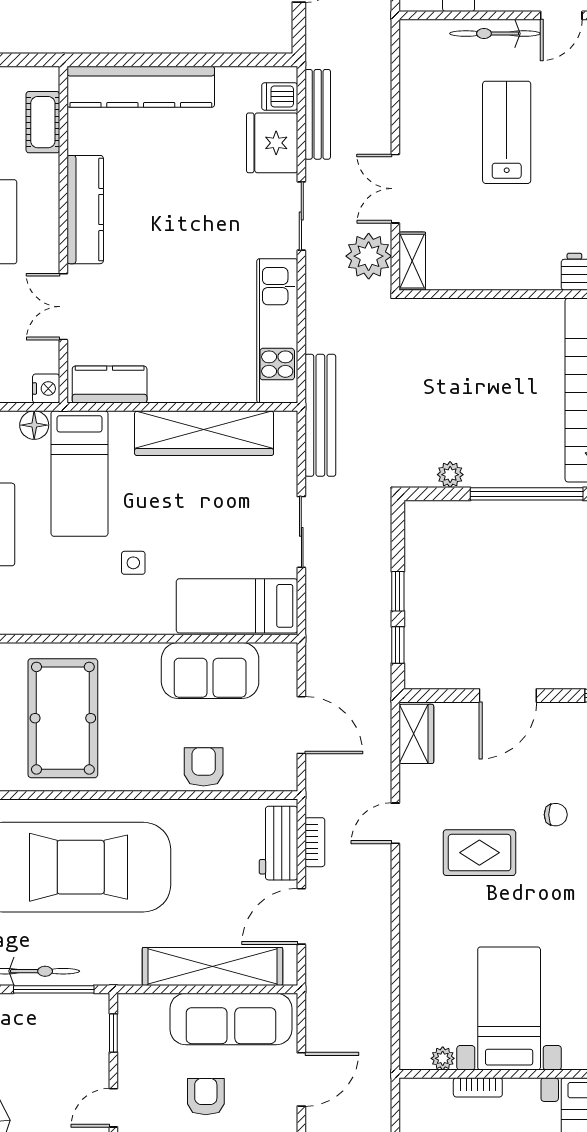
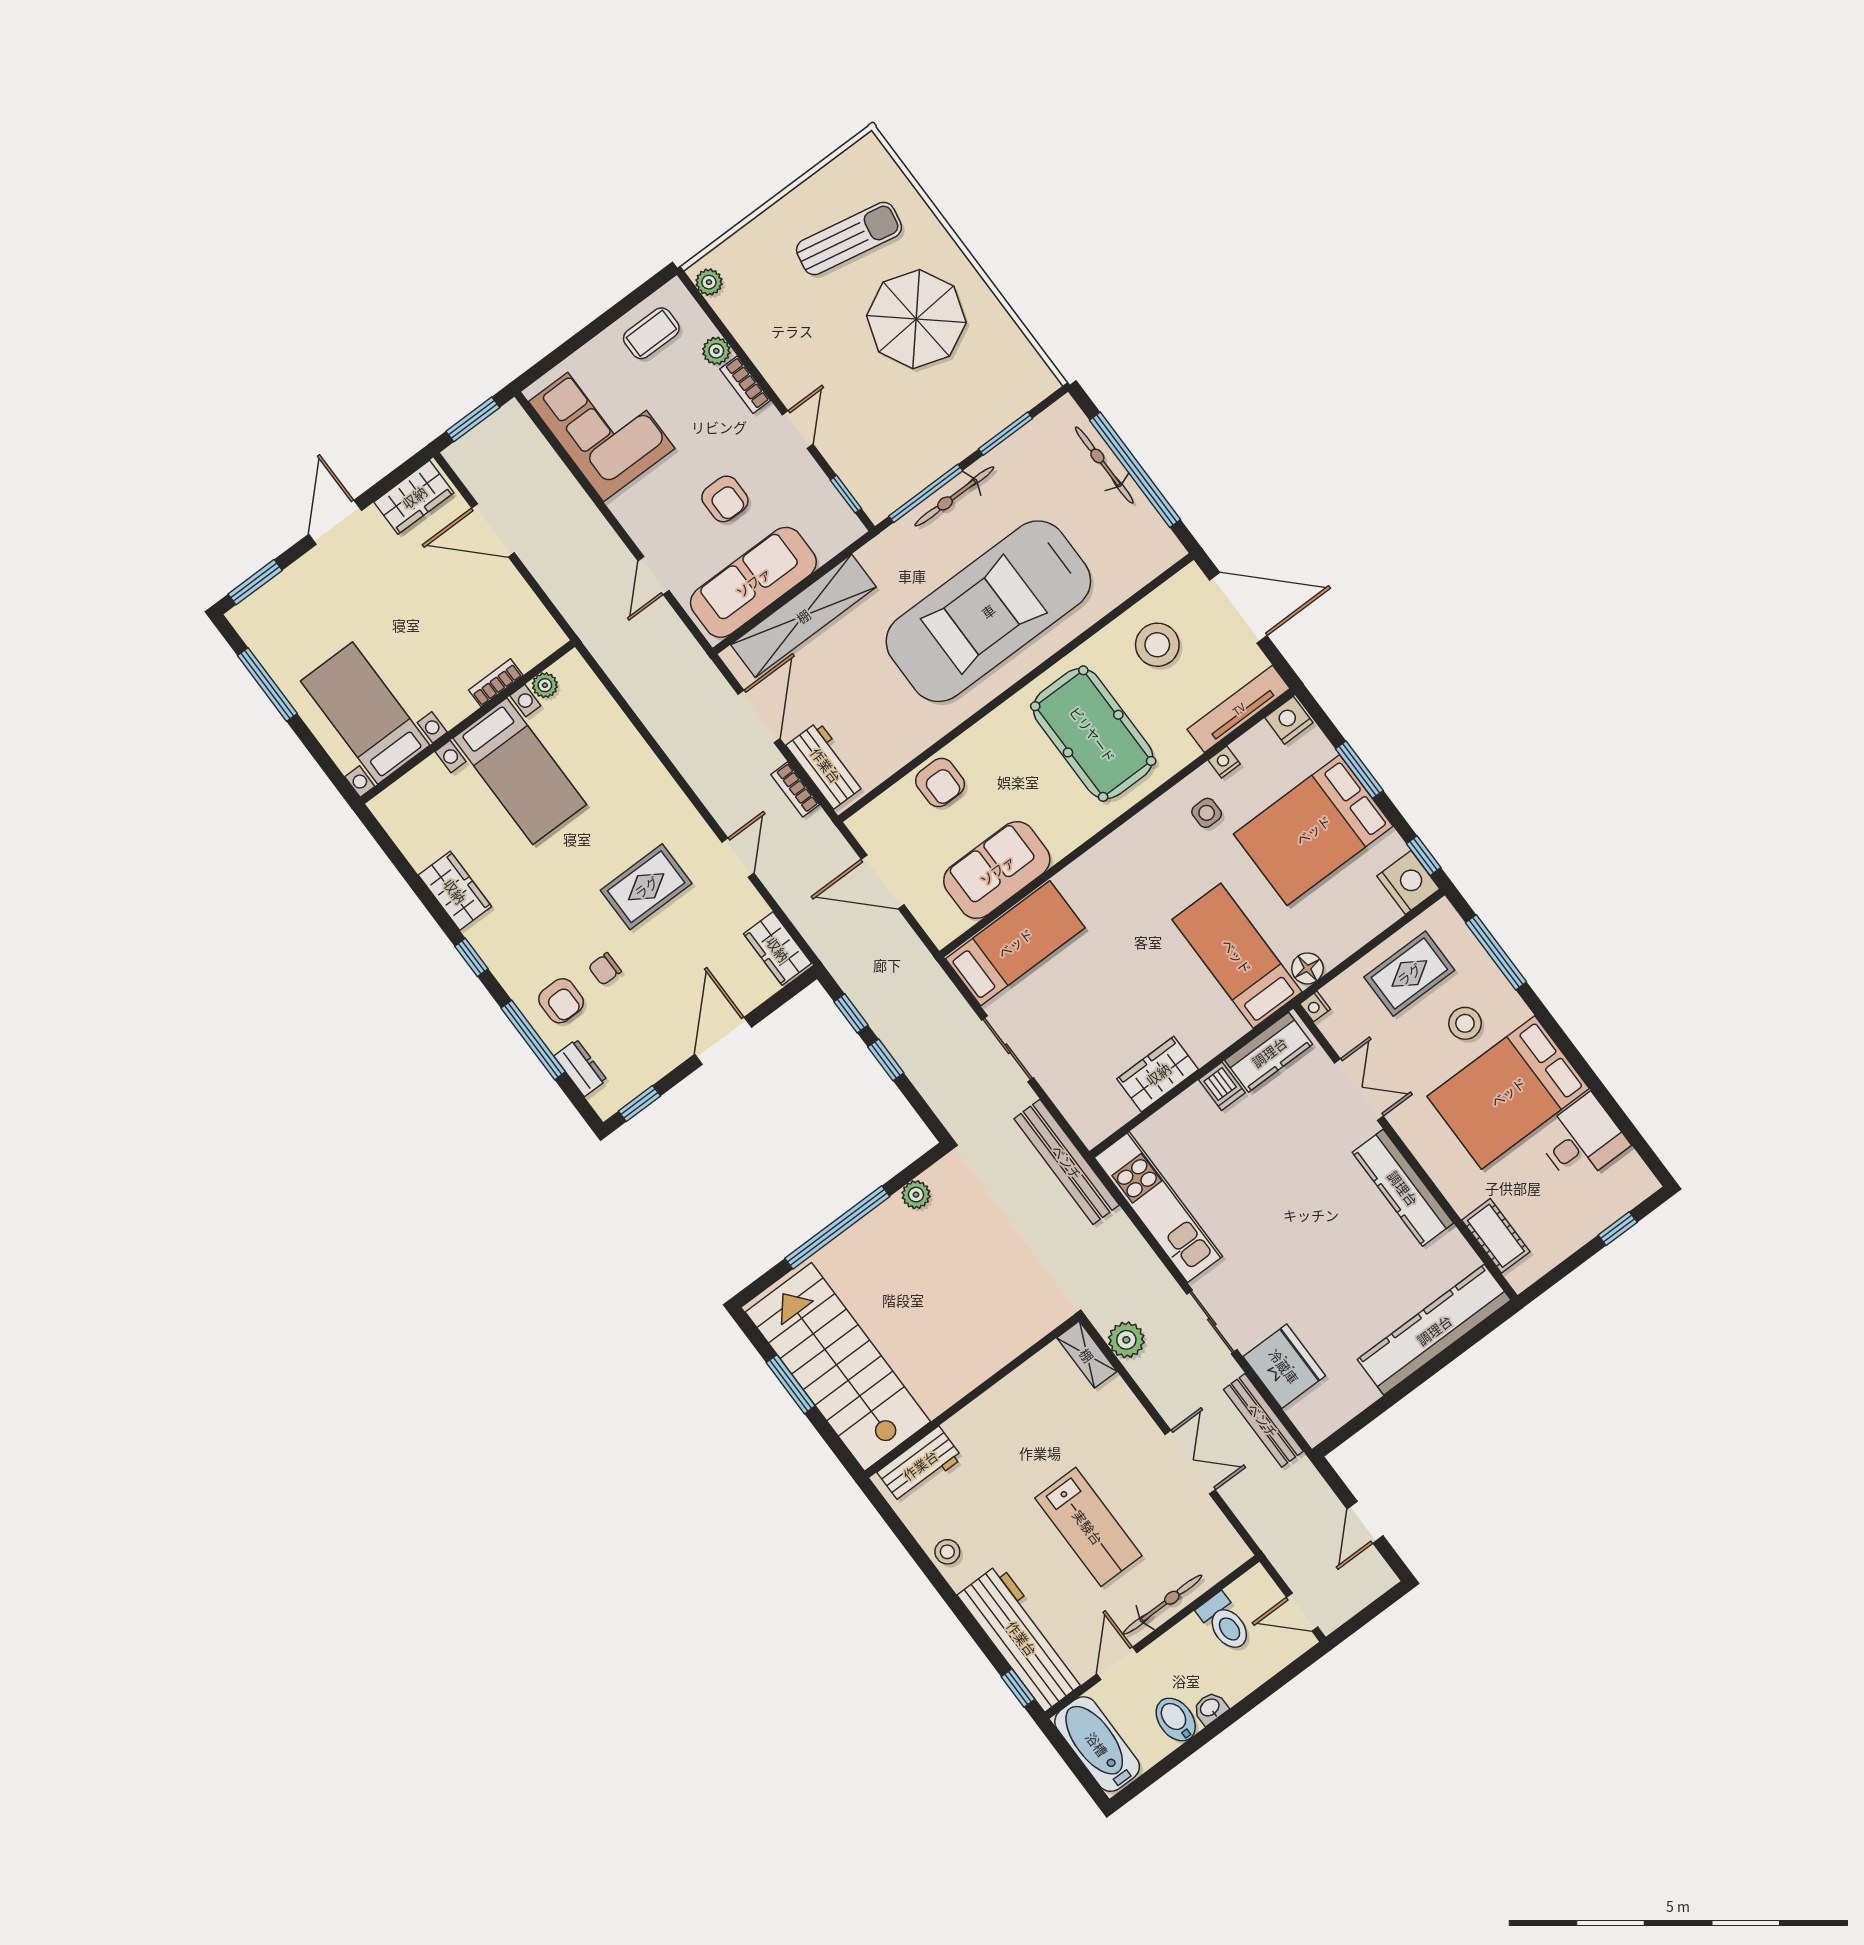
dishwasher: (280, 96) -> (1222, 1086), moved, turned 90
double door: (395, 189) -> (1190, 1462), moved
plant: (369, 256) -> (1126, 1340), width x0.73, depth x0.73
nightstand: (46, 389) -> (1315, 1006), width x0.72, depth x0.74
wardrobe: (204, 433) -> (1158, 1074), width x0.48, depth x0.85
side table: (133, 563) -> (1207, 813), moved
door: (301, 1079) -> (654, 576), width x0.73

